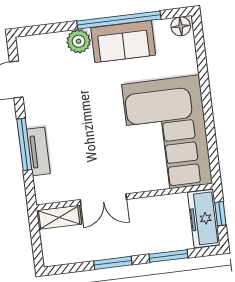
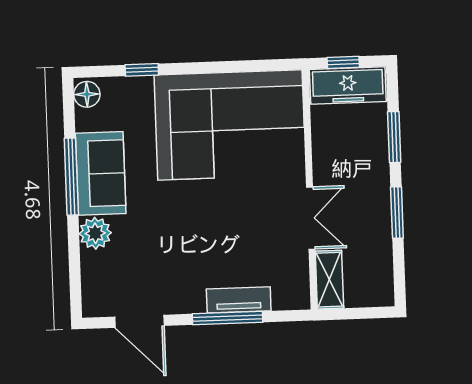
window: (119, 20) -> (71, 177), width x0.68
window: (202, 65) -> (142, 70), added

